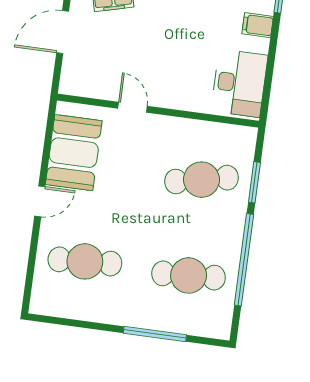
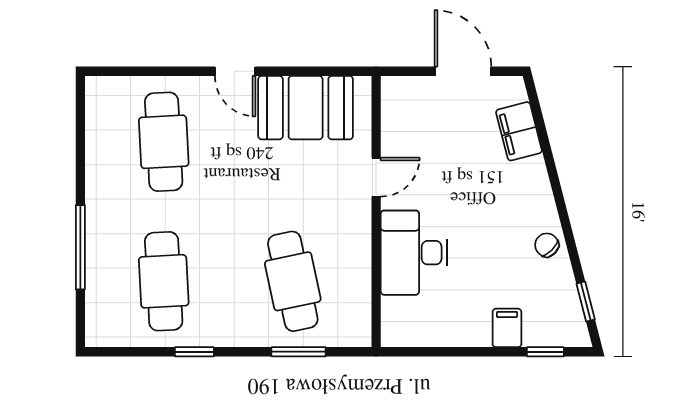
desk: (239, 83) -> (414, 253), moved, turned 90
window: (244, 260) -> (194, 352), width x0.32

